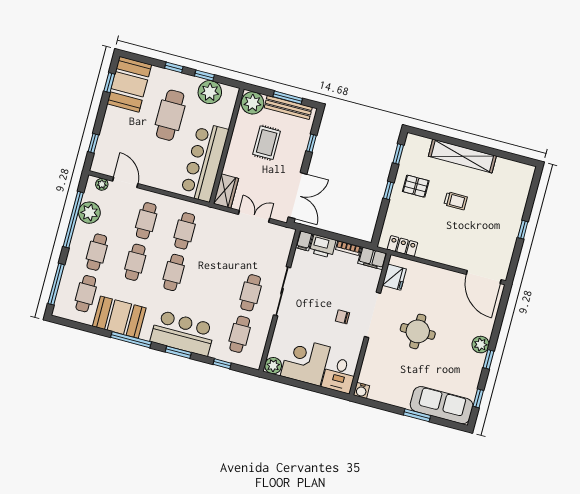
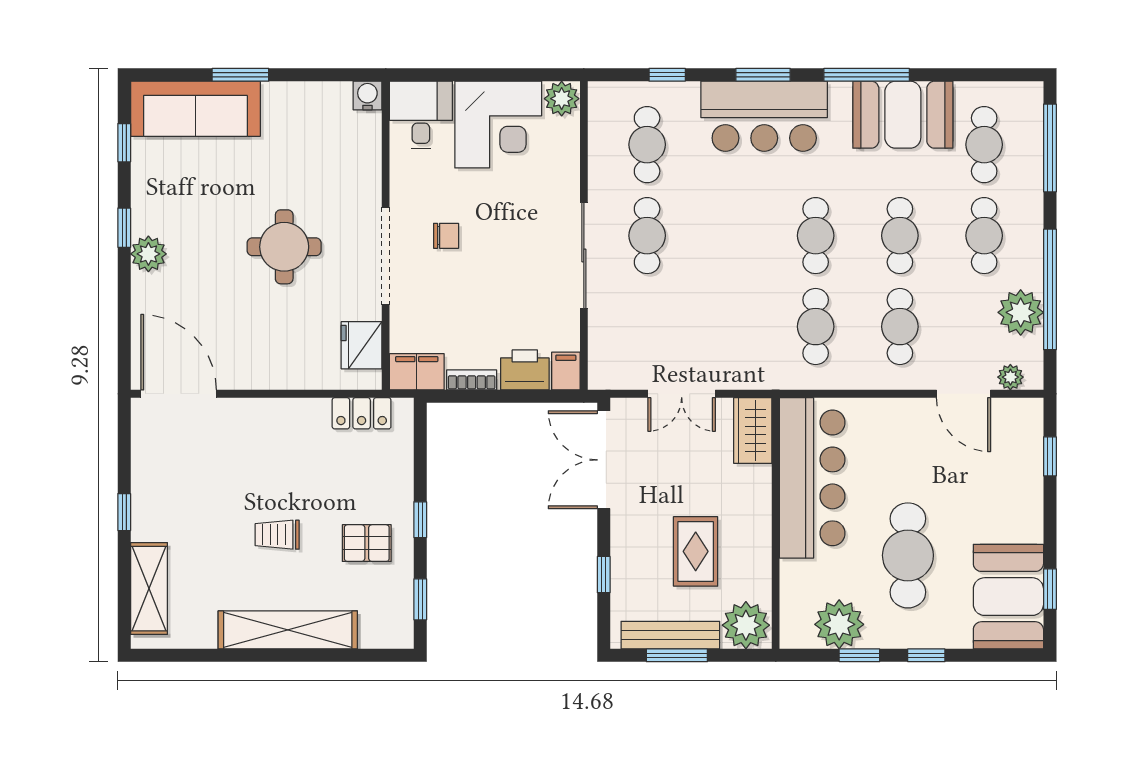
shelving: (521, 192) -> (149, 589), added

